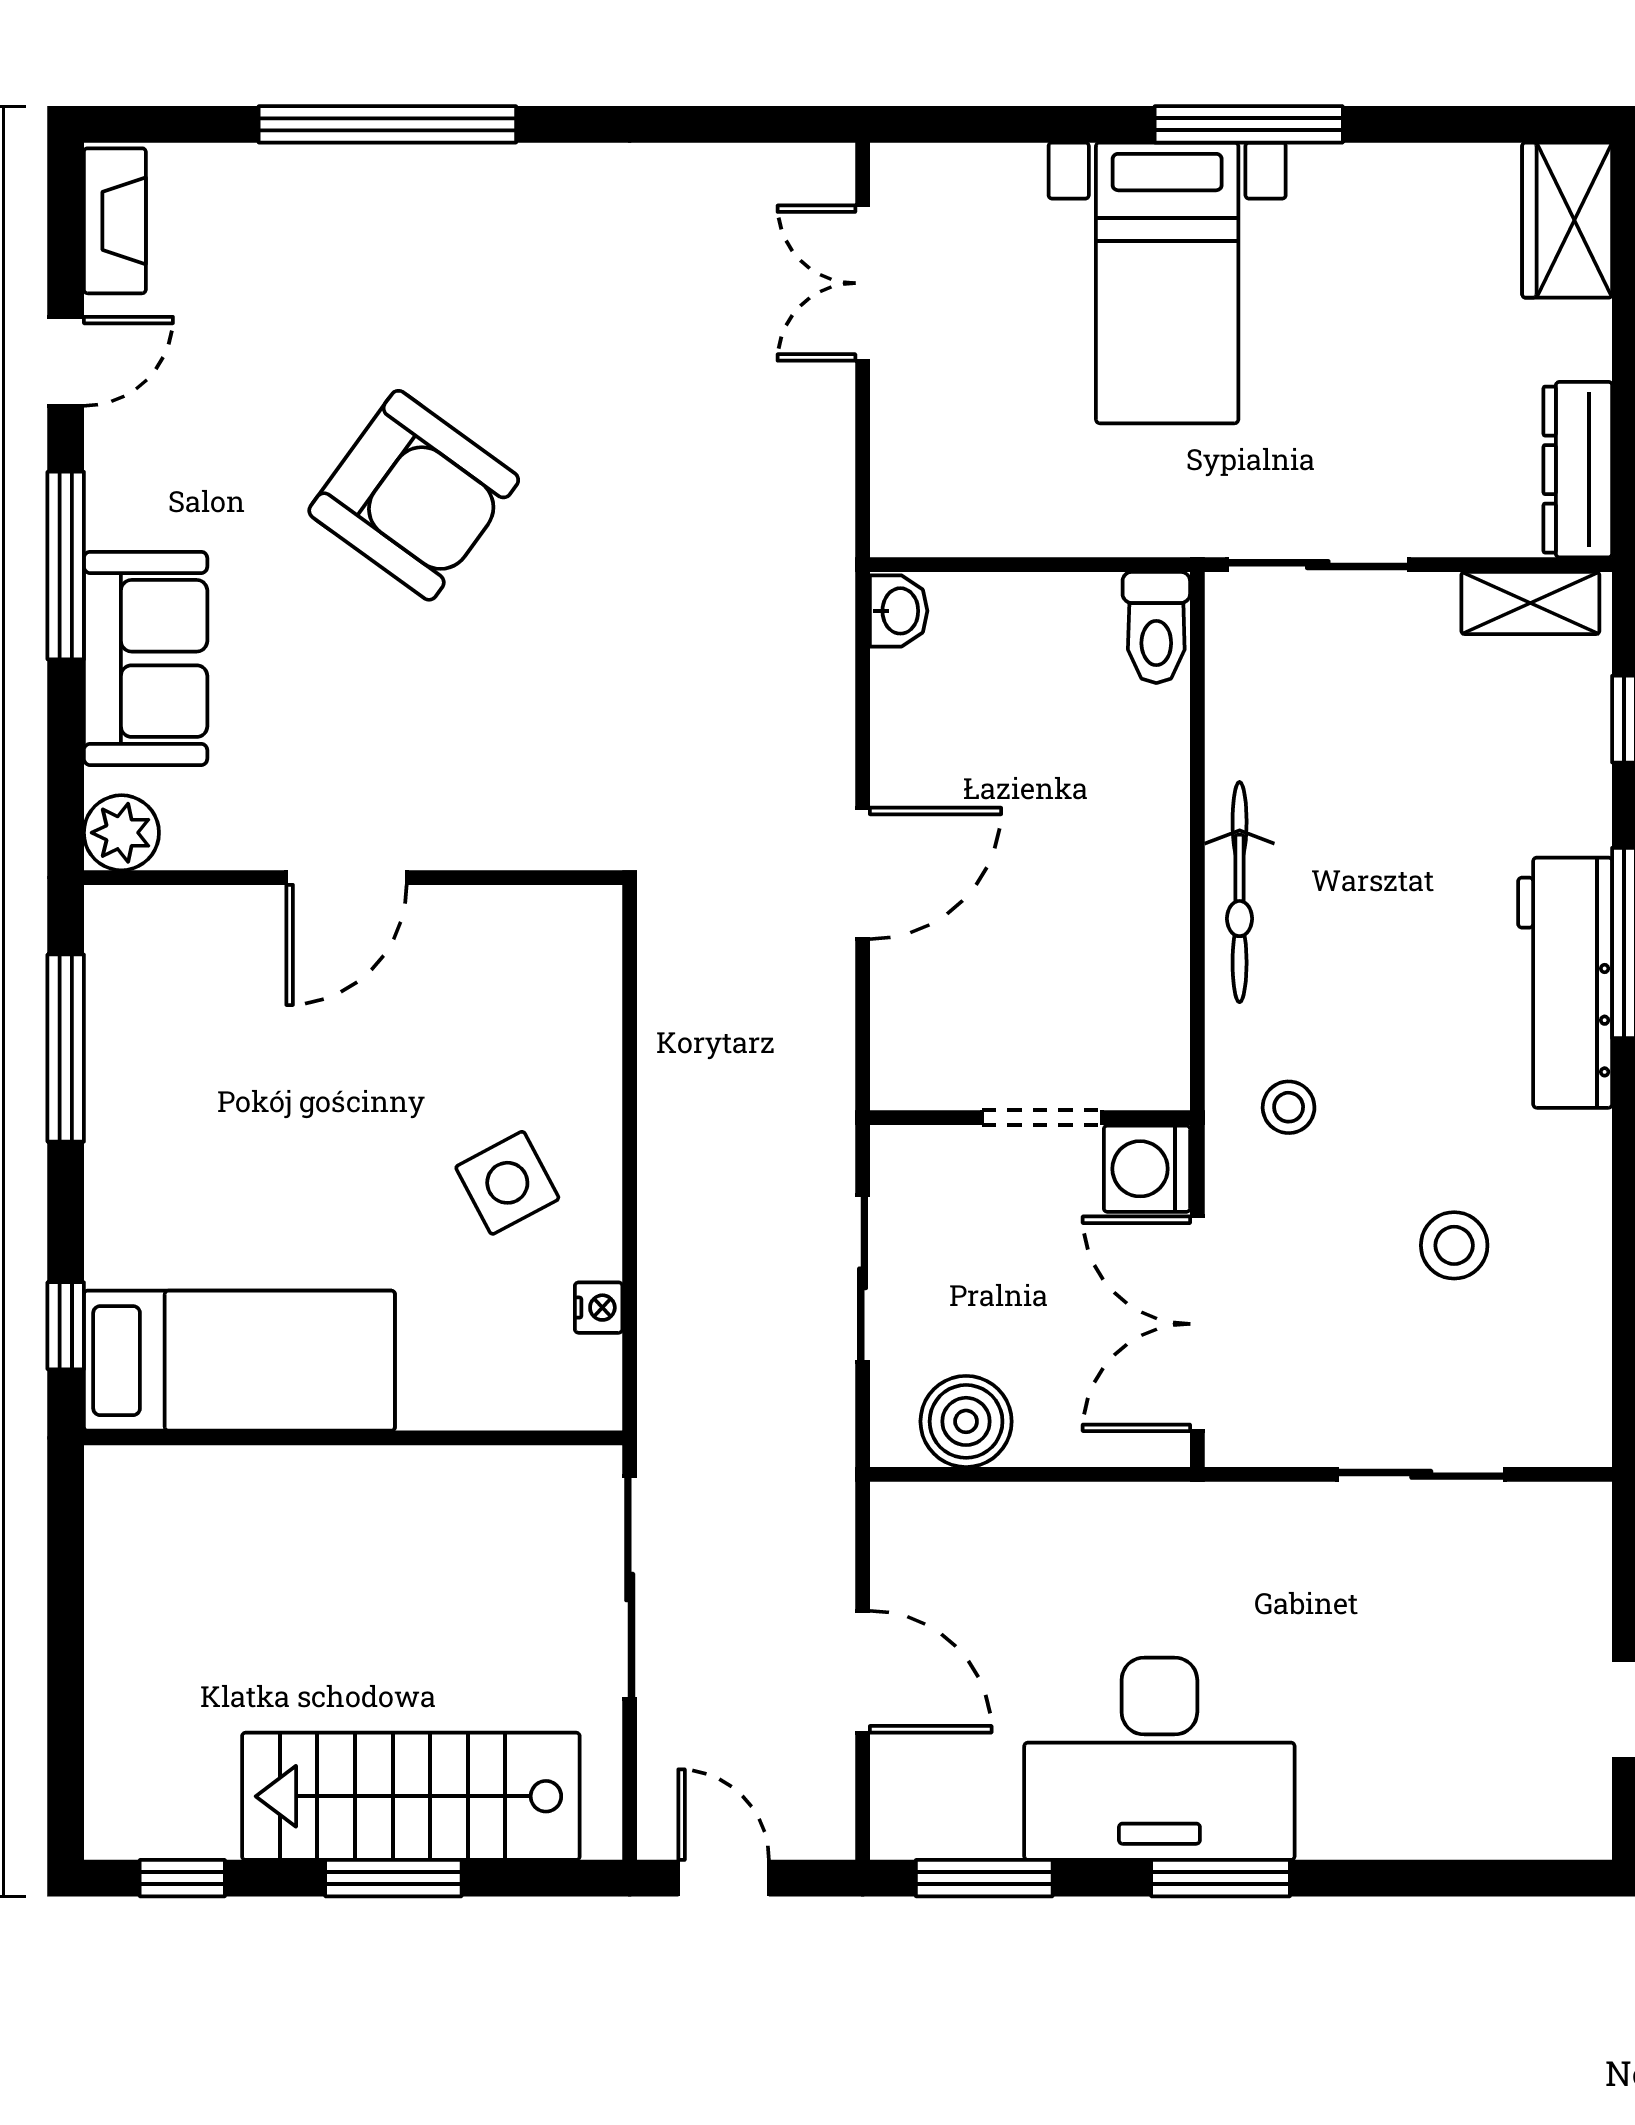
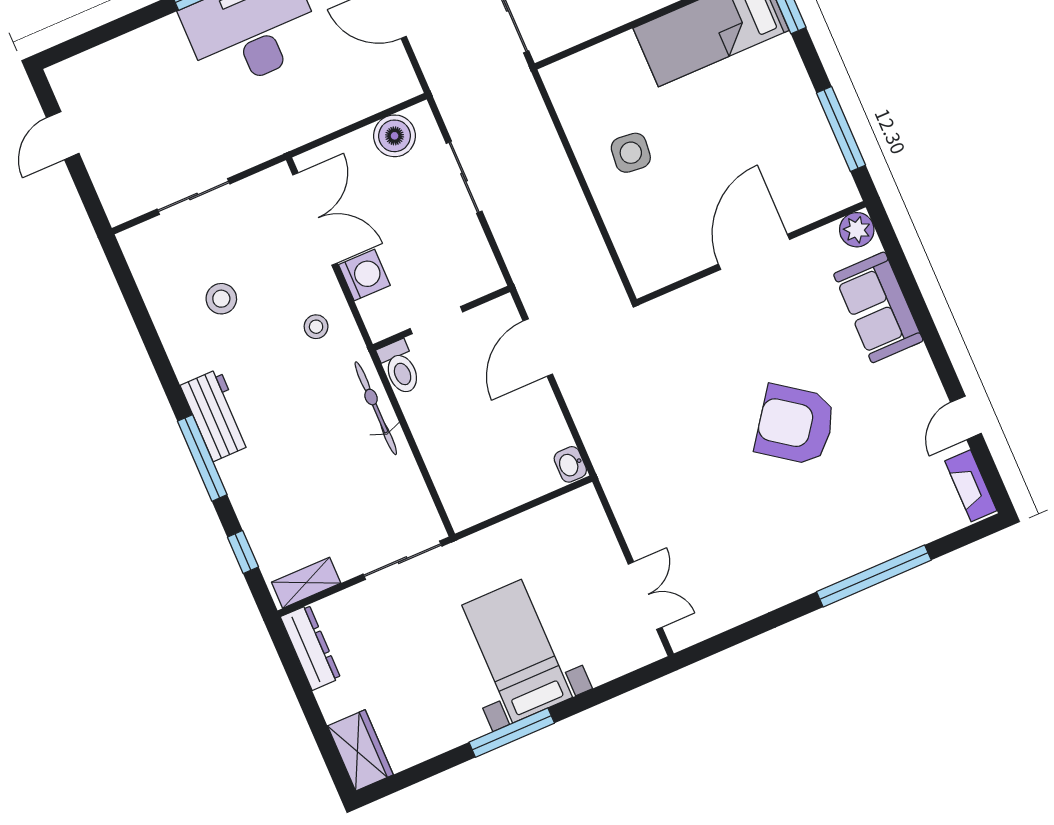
window: (66, 566) -> (929, 332), removed
toilet: (1156, 627) -> (400, 367), moved, turned 180
door: (347, 878) -> (754, 252), width x1.36
workbench: (1565, 983) -> (216, 415), width x0.73
wall: (1030, 1118) -> (441, 318), moved
doorway: (1042, 1118) -> (436, 320), moved
side table: (507, 1183) -> (631, 153), turned 34
nightstand: (599, 1308) -> (570, 117), removed

